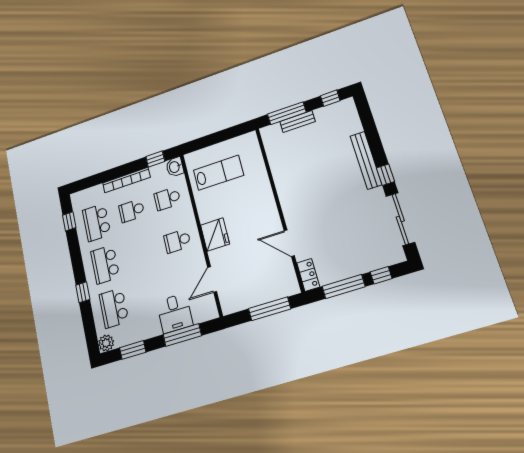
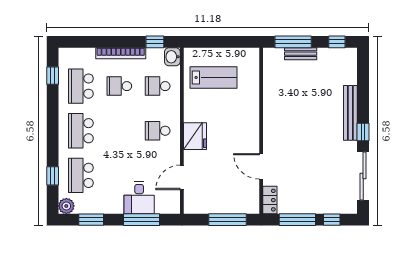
window: (83, 292) -> (53, 176), moved

